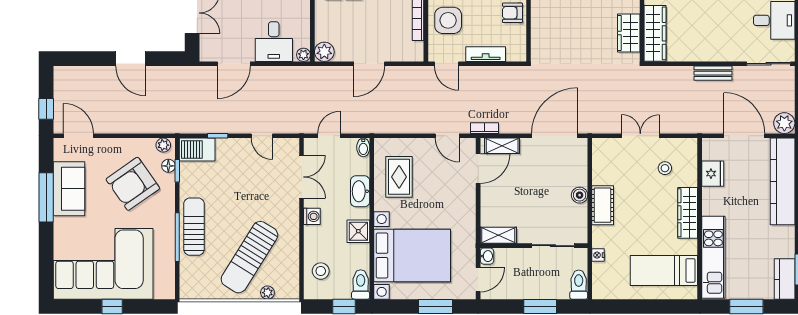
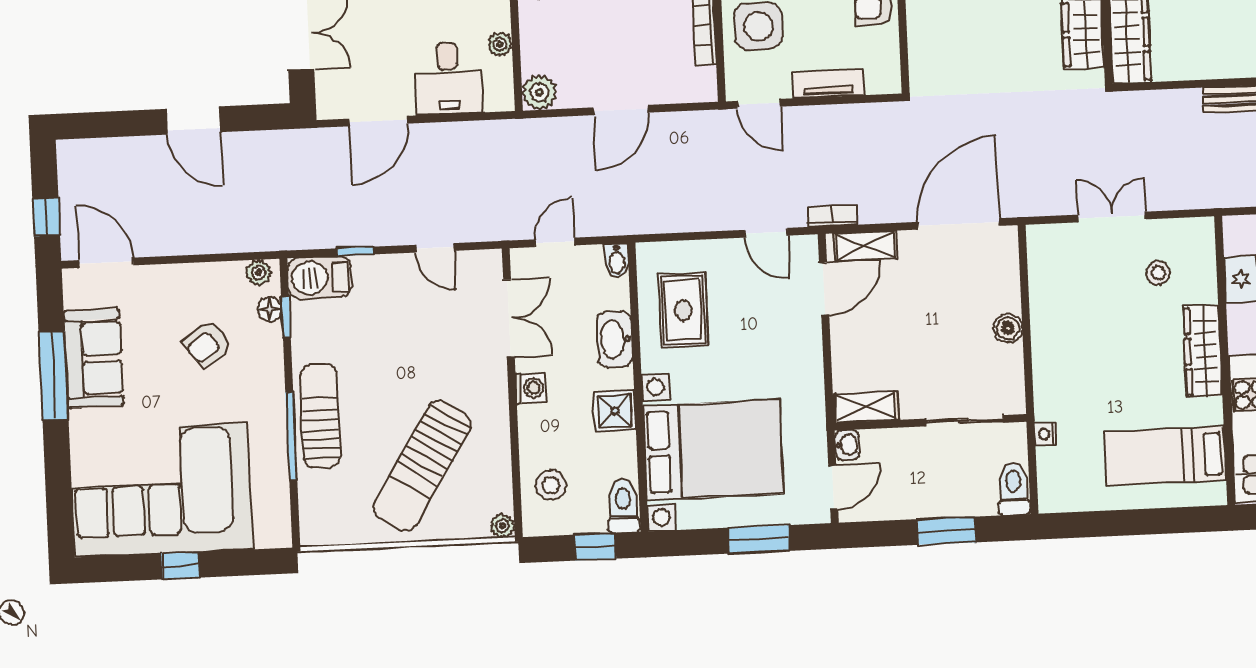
plant: (303, 55) -> (500, 44), moved
armchair: (133, 184) -> (207, 344), width x0.53, depth x0.53
cot: (603, 205) -> (1050, 344), removed
plant: (267, 293) -> (502, 526), moved

